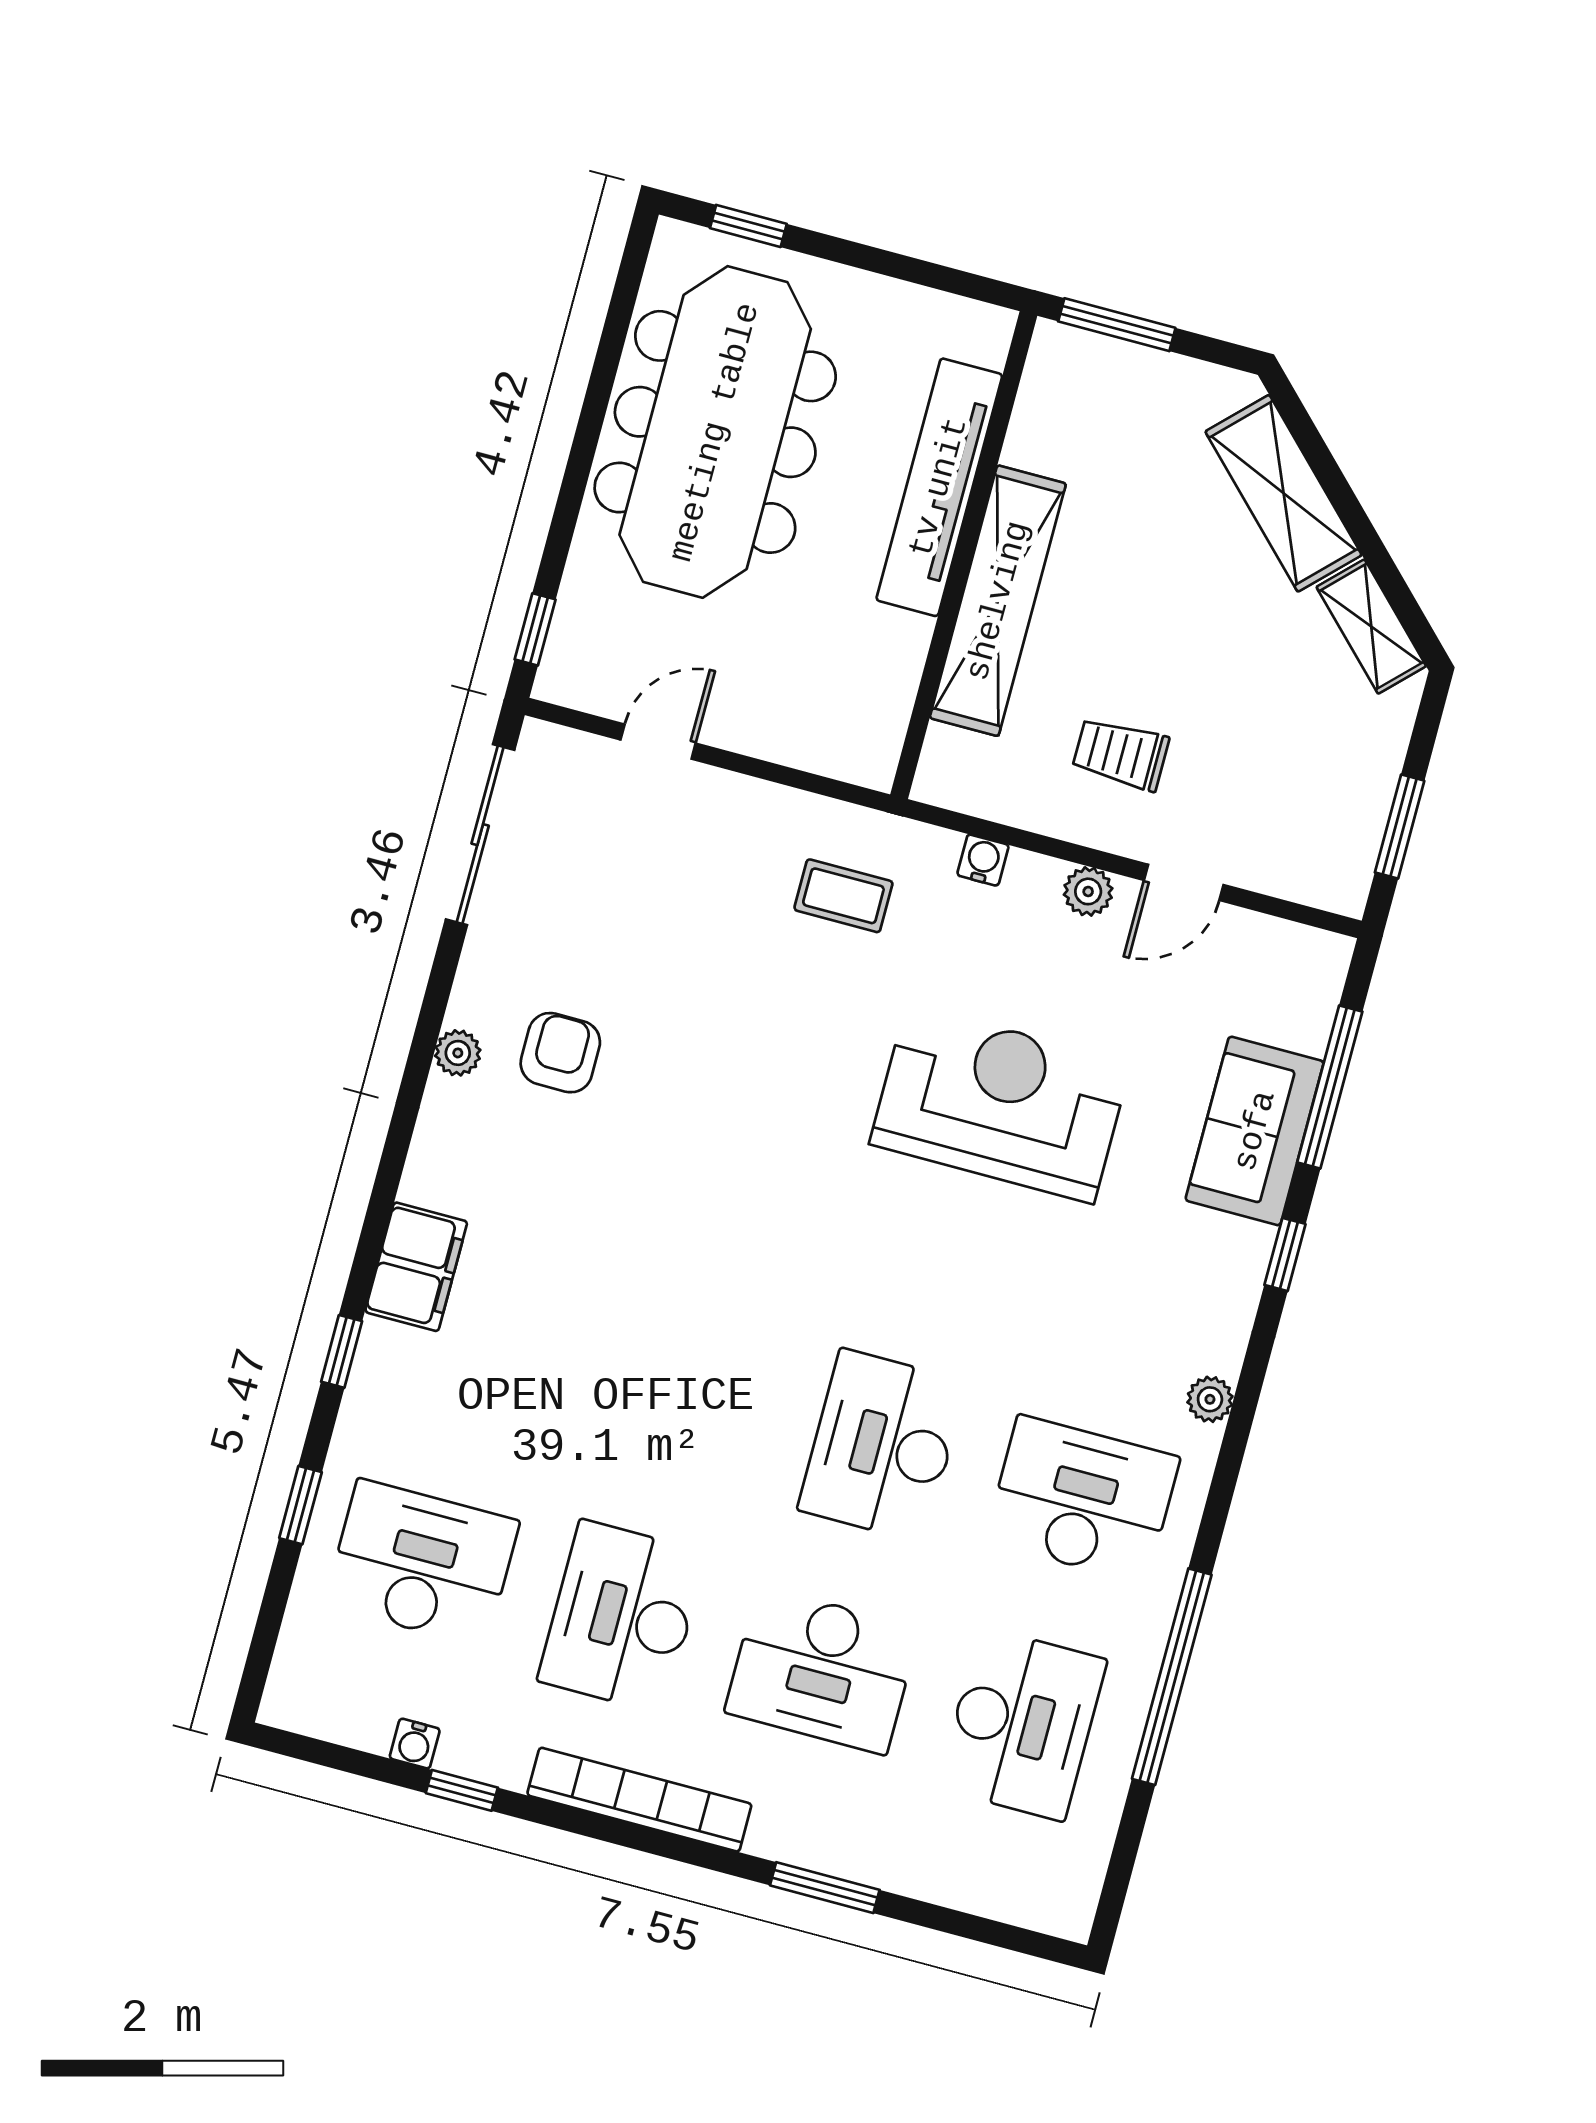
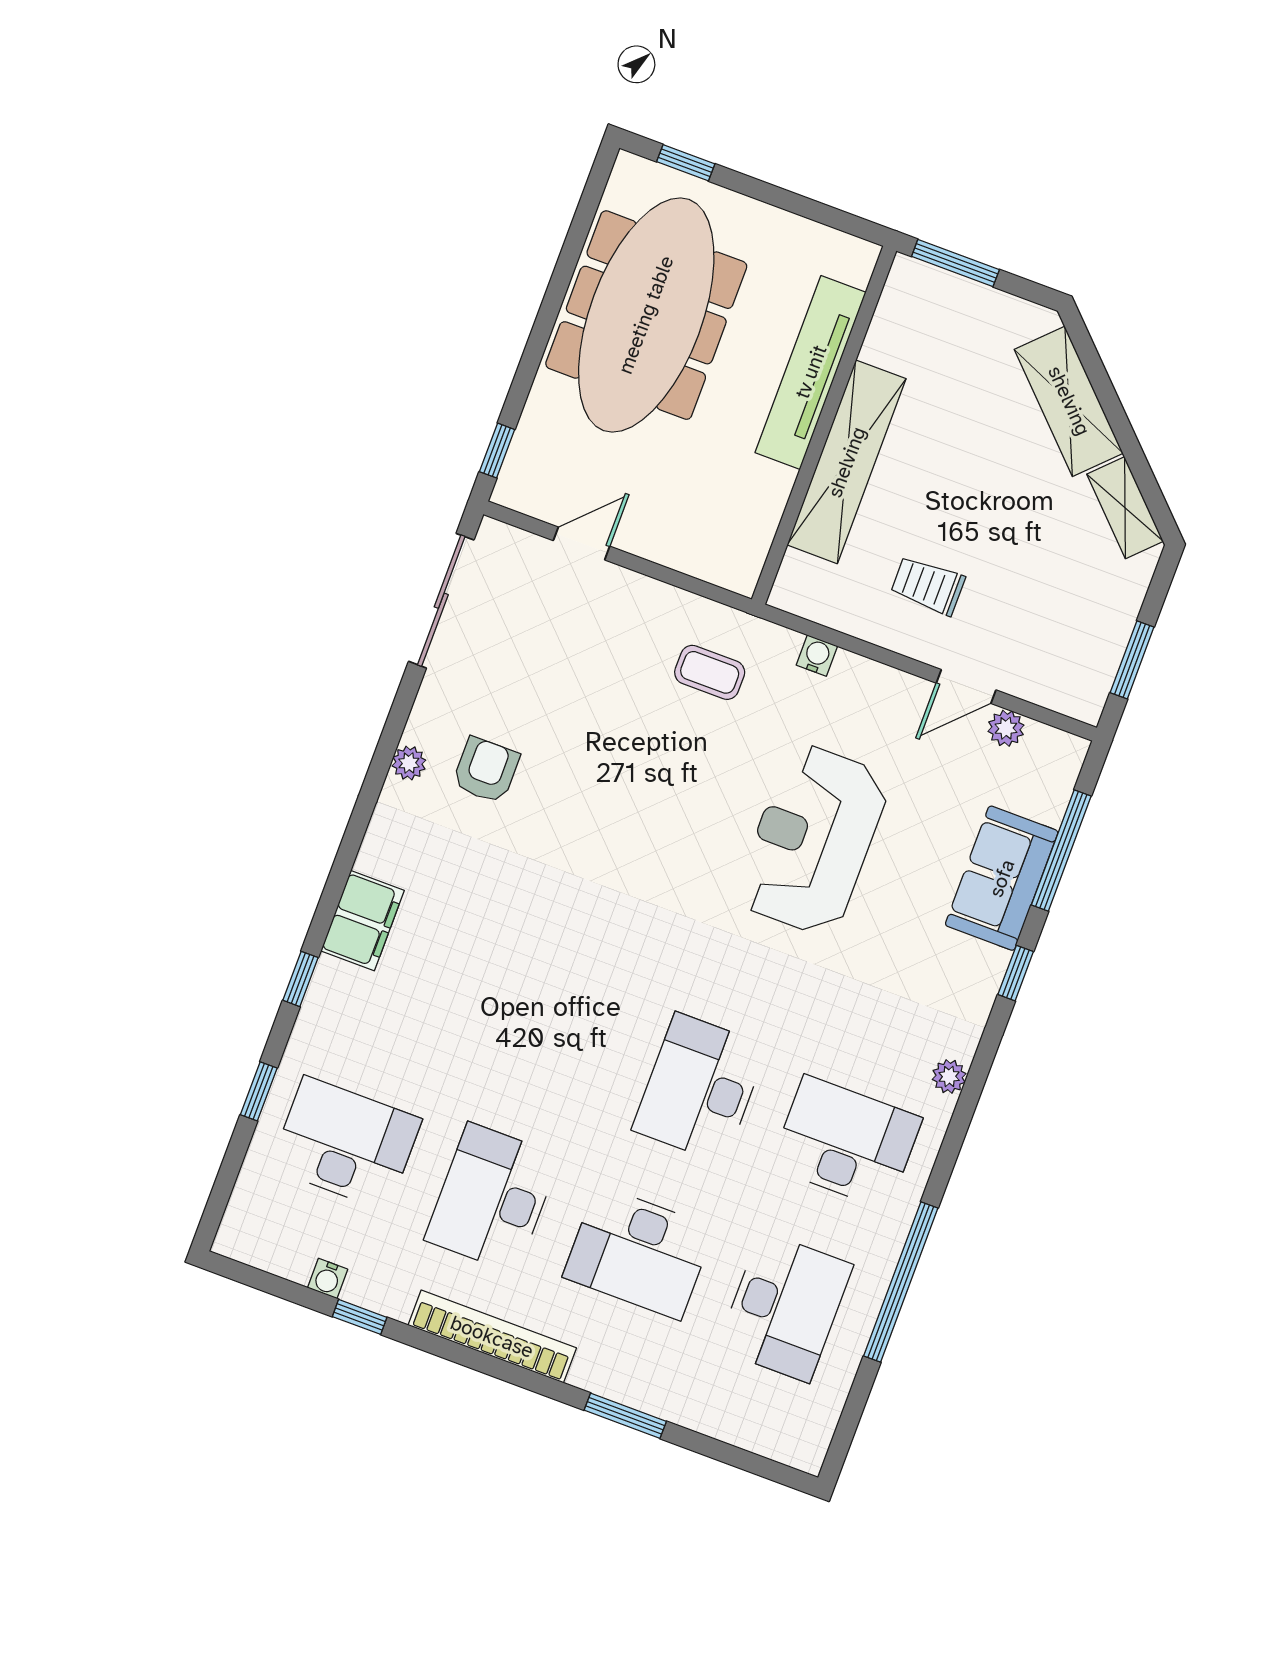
plant: (1088, 891) -> (1006, 728), moved
reception desk: (1000, 1104) -> (813, 840), turned -90

